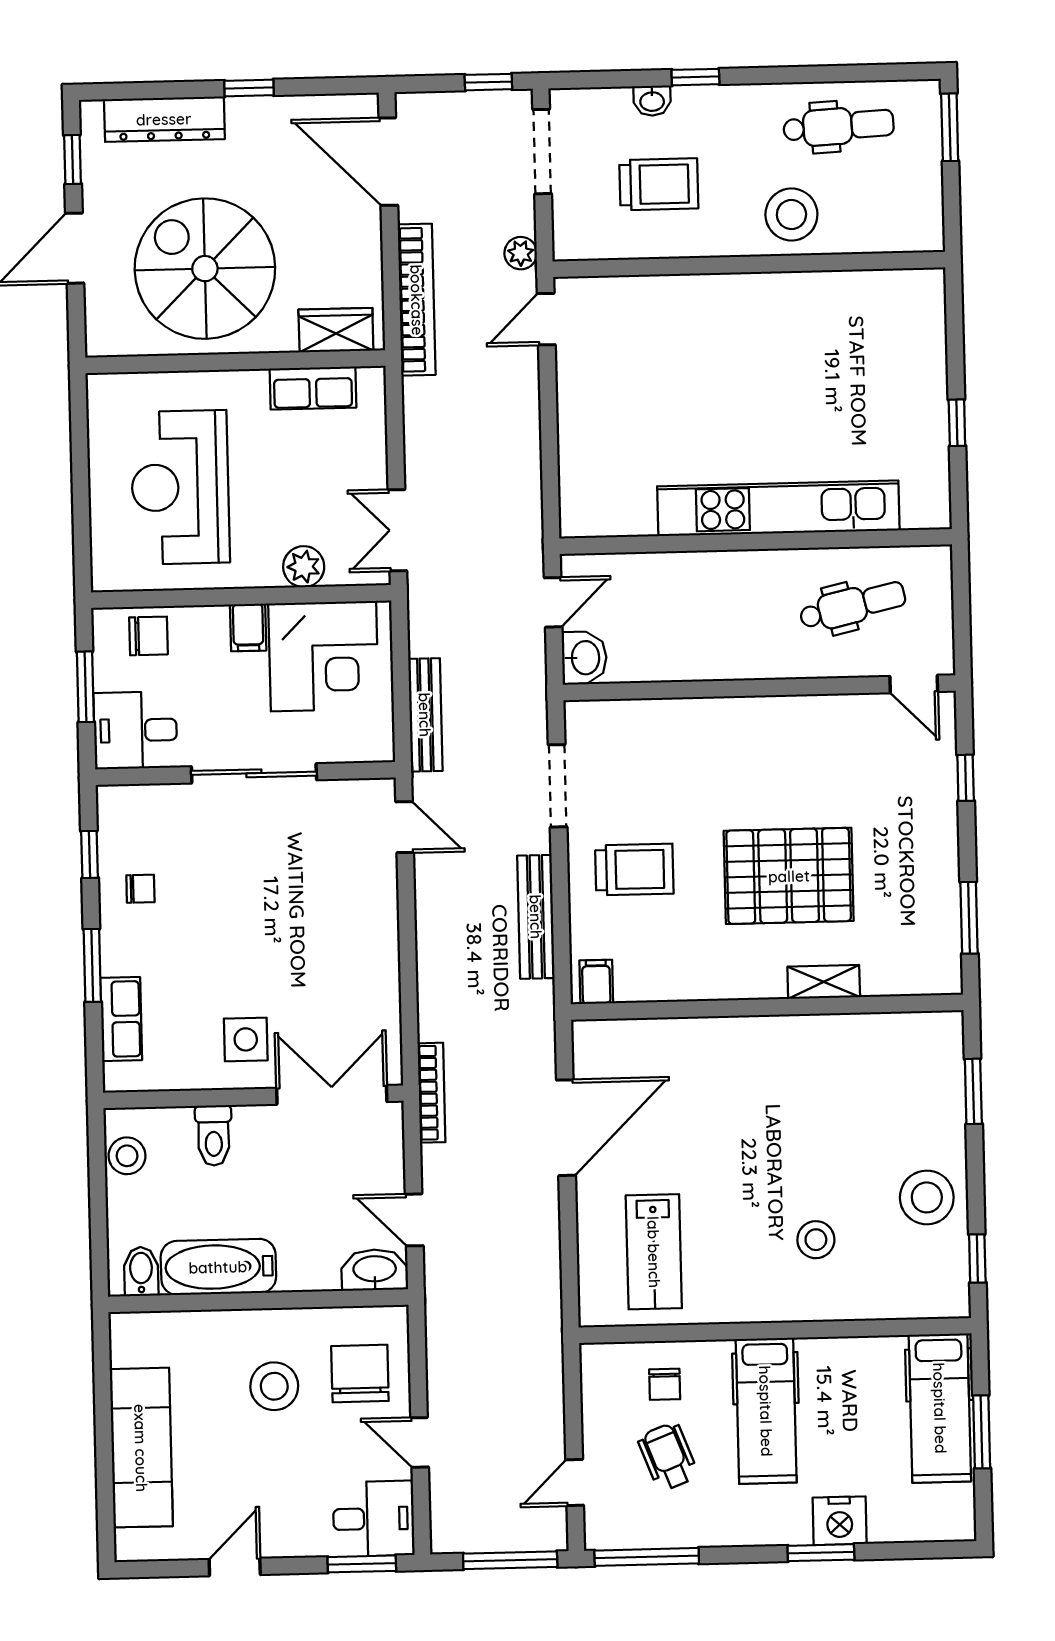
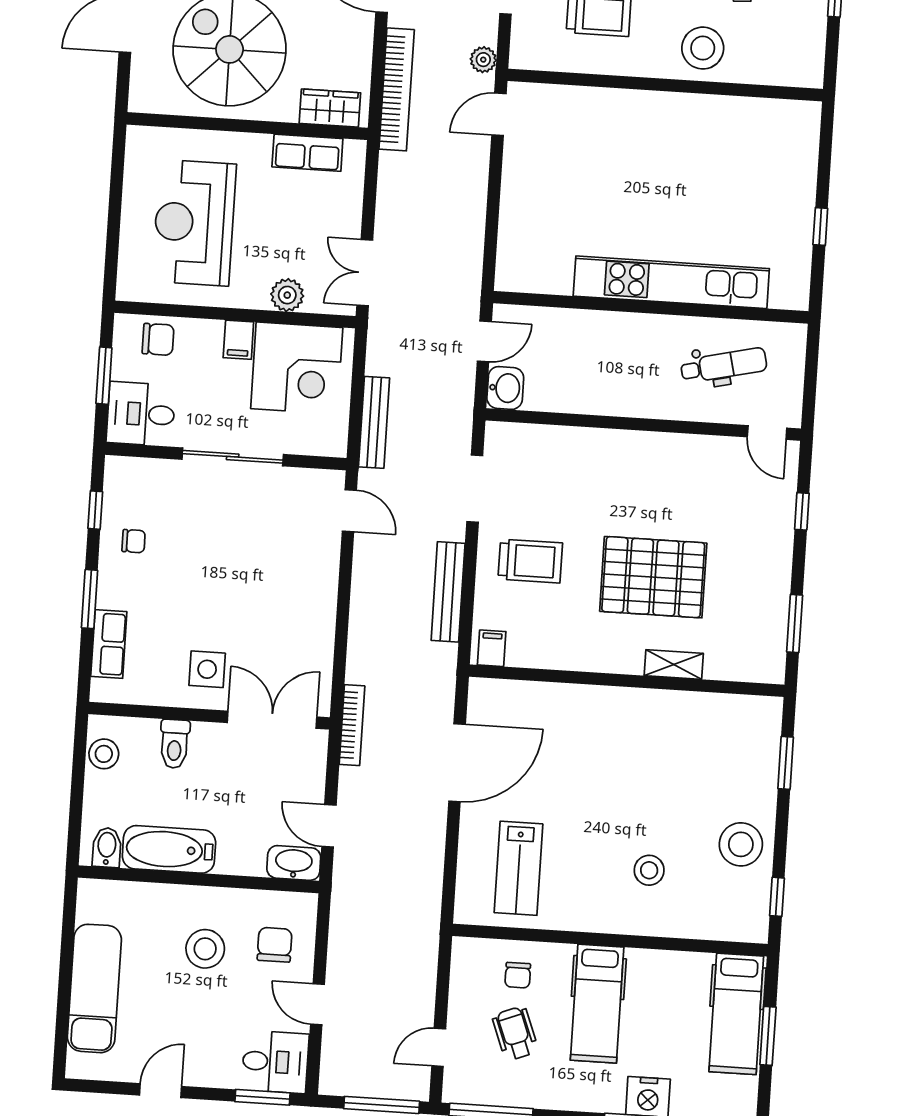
chair: (360, 1374) -> (275, 945), width x0.73, depth x0.73

